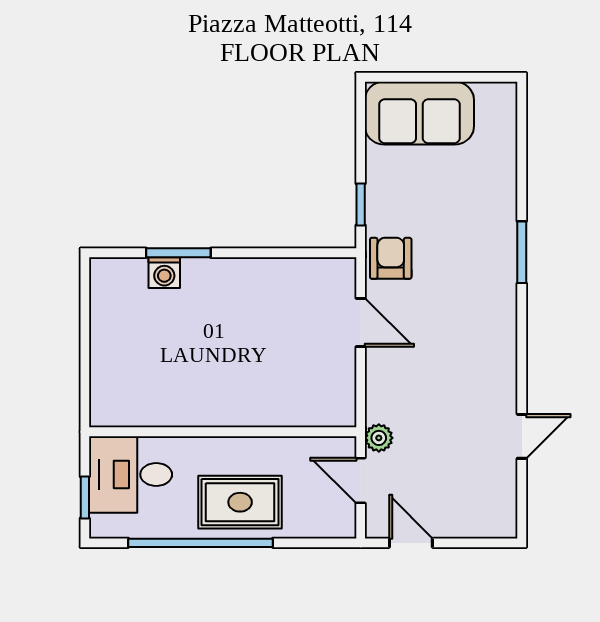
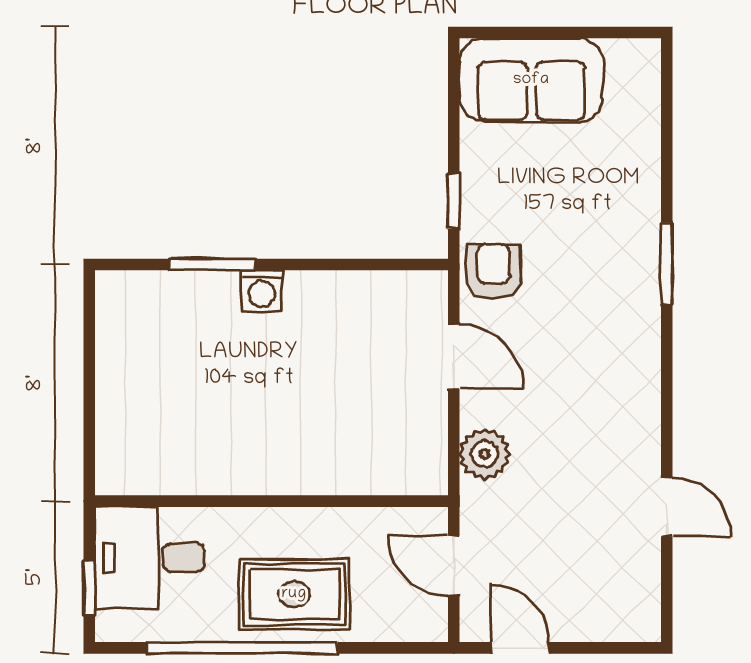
washing machine: (164, 273) -> (262, 291), moved
door: (522, 436) -> (667, 507), hinge flipped
plant: (379, 438) -> (485, 454), moved, width x1.38, depth x1.38

